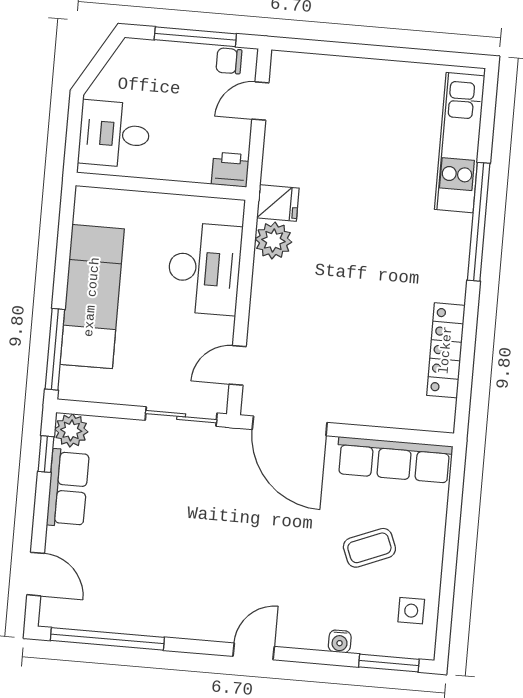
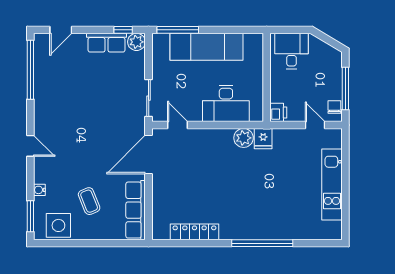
kitchen unit: (460, 143) -> (332, 185), moved, turned -90
side table: (411, 611) -> (58, 225), width x1.87, depth x1.87

